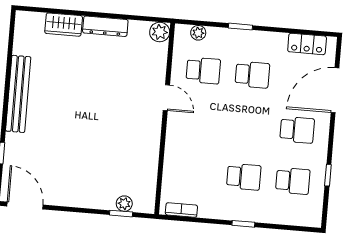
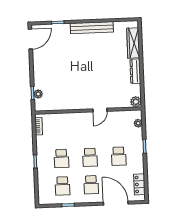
wardrobe: (64, 25) -> (133, 43), width x1.50
school desk: (203, 71) -> (90, 157), moved

